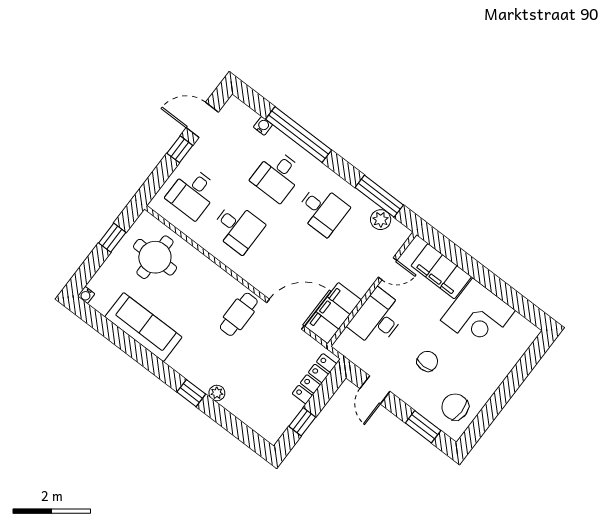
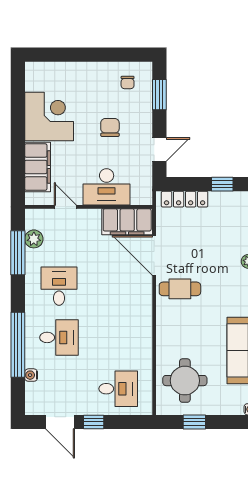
desk: (238, 228) -> (118, 337), removed
chair: (427, 361) -> (110, 127), turned 90
chair: (455, 407) -> (128, 82), width x0.54, depth x0.54

